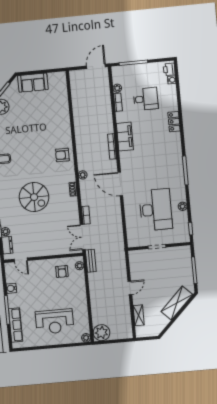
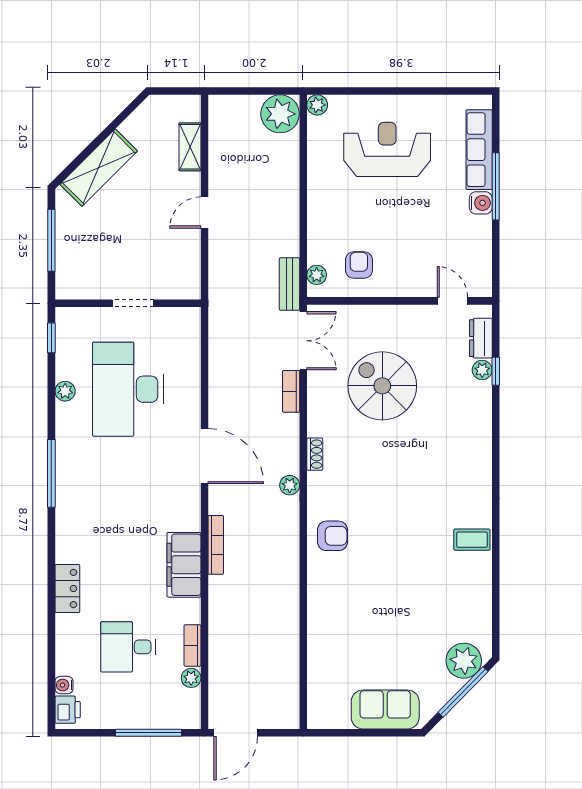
spiral stairs: (34, 197) -> (382, 386), moved
water cooler: (11, 288) -> (481, 203), moved

